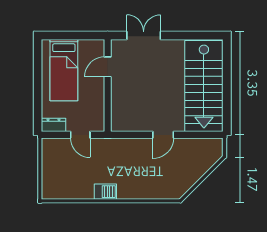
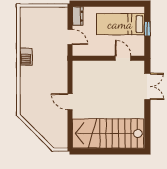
window: (70, 36) -> (147, 29), added
door: (80, 135) -> (70, 37), swing flipped

